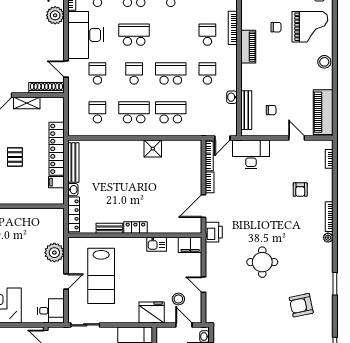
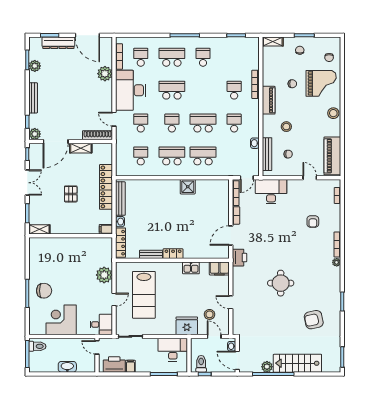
stool: (269, 78) -> (286, 127), added
filing cabinet: (56, 182) -> (106, 229), moved

